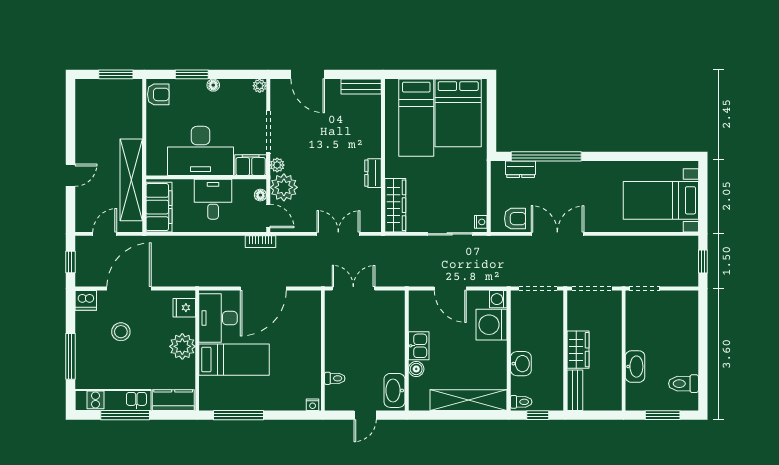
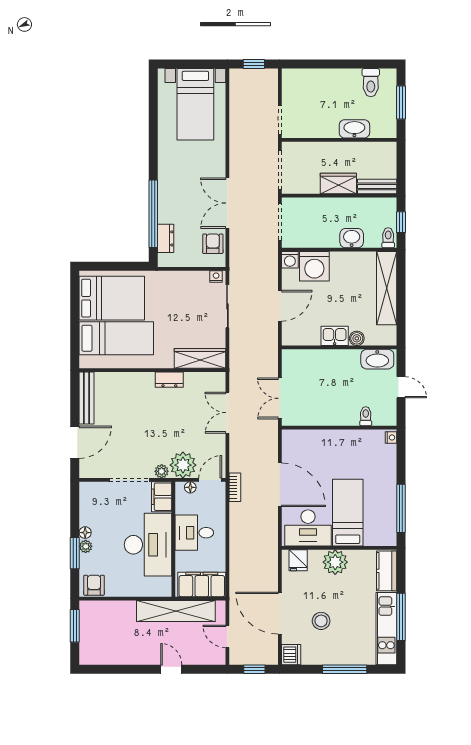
plant: (260, 86) -> (86, 546), moved
bench: (361, 87) -> (87, 398), width x1.36

